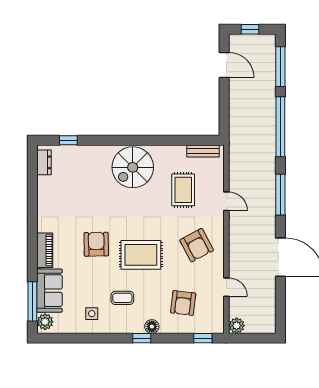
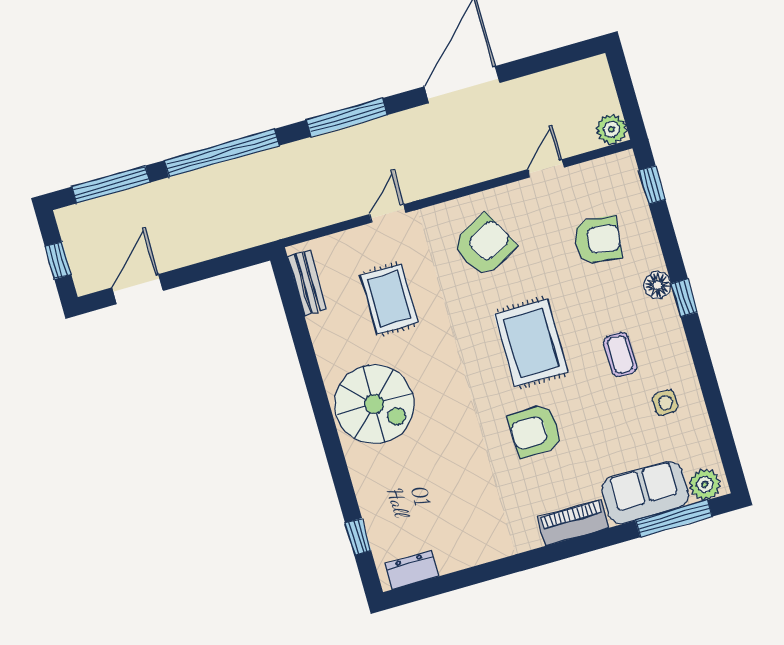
rug: (183, 190) -> (389, 299), turned 90

